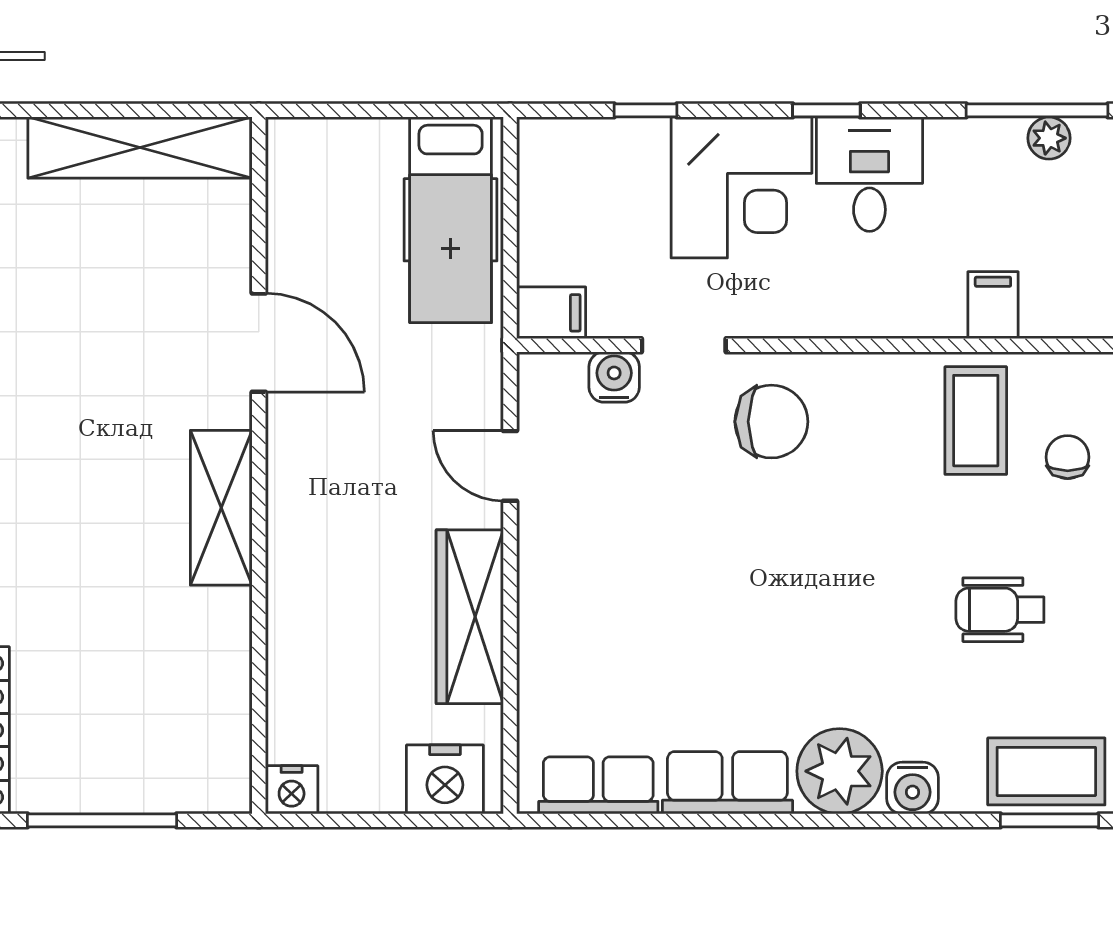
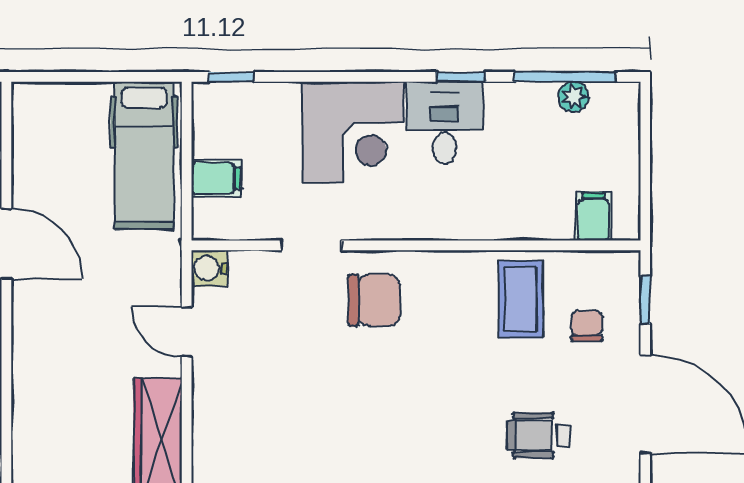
window: (646, 110) -> (231, 77), moved
window: (826, 110) -> (461, 77), moved
filing cabinet: (993, 305) -> (593, 217), moved
filing cabinet: (551, 313) -> (216, 178), moved
water cooler: (614, 377) -> (209, 268), moved, turned -90

